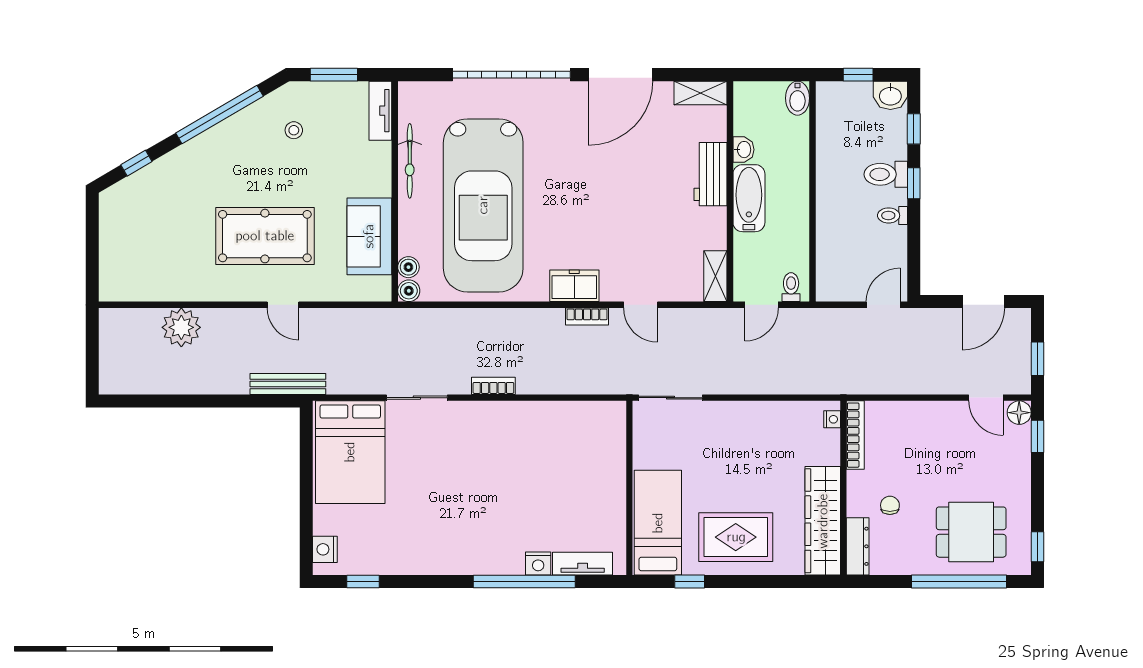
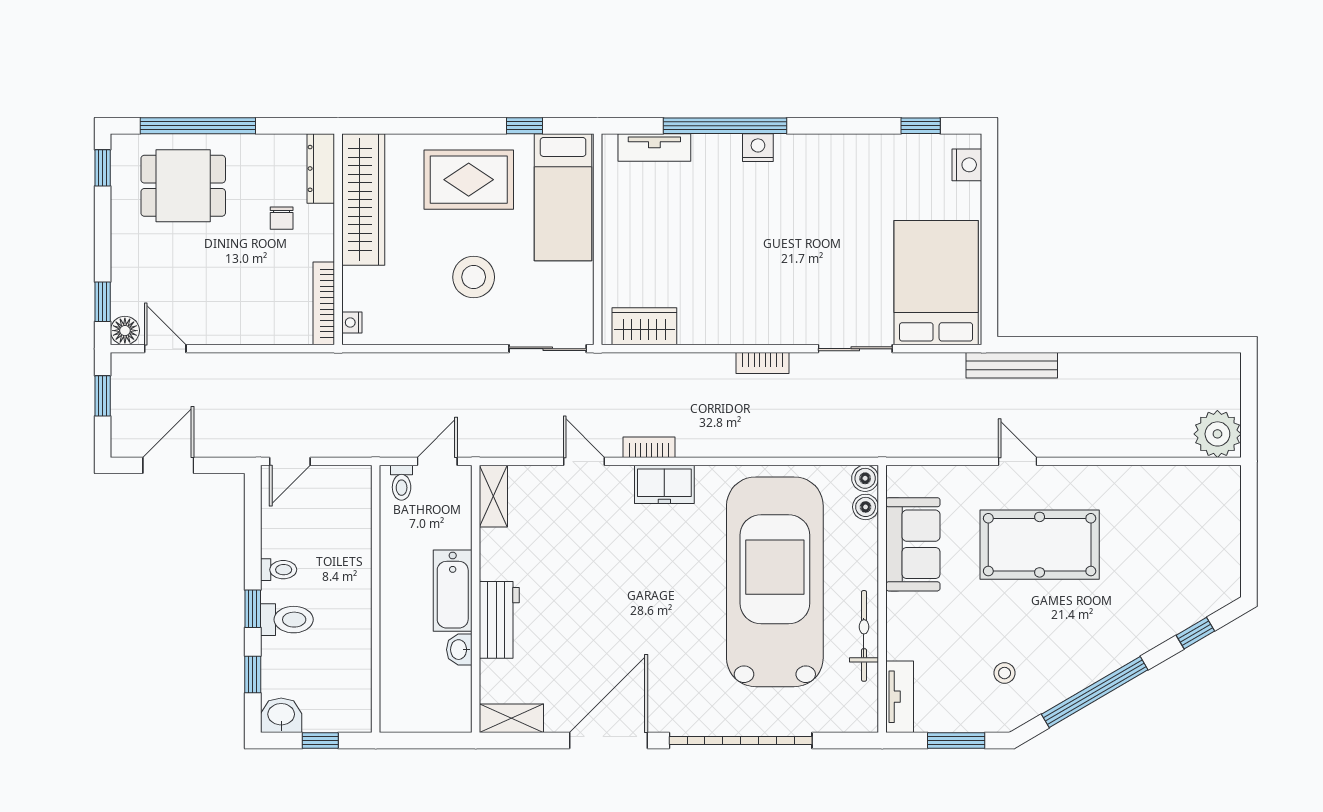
bidet: (797, 98) -> (394, 712), removed
plant: (181, 327) -> (1217, 434), moved
wardrobe: (591, 416) -> (644, 326), added
stool: (732, 457) -> (474, 277), added
nightstand: (538, 563) -> (758, 148), moved

